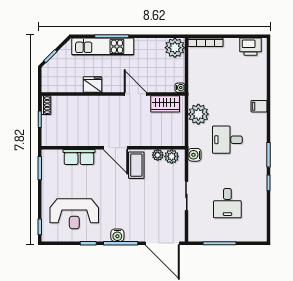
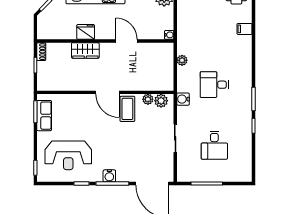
wardrobe: (165, 104) -> (85, 50), moved
filing cabinet: (259, 106) -> (245, 29), moved
plant: (198, 114) -> (182, 60), width x0.53, depth x0.53
row of seats: (79, 157) -> (44, 116), moved, turned -90

